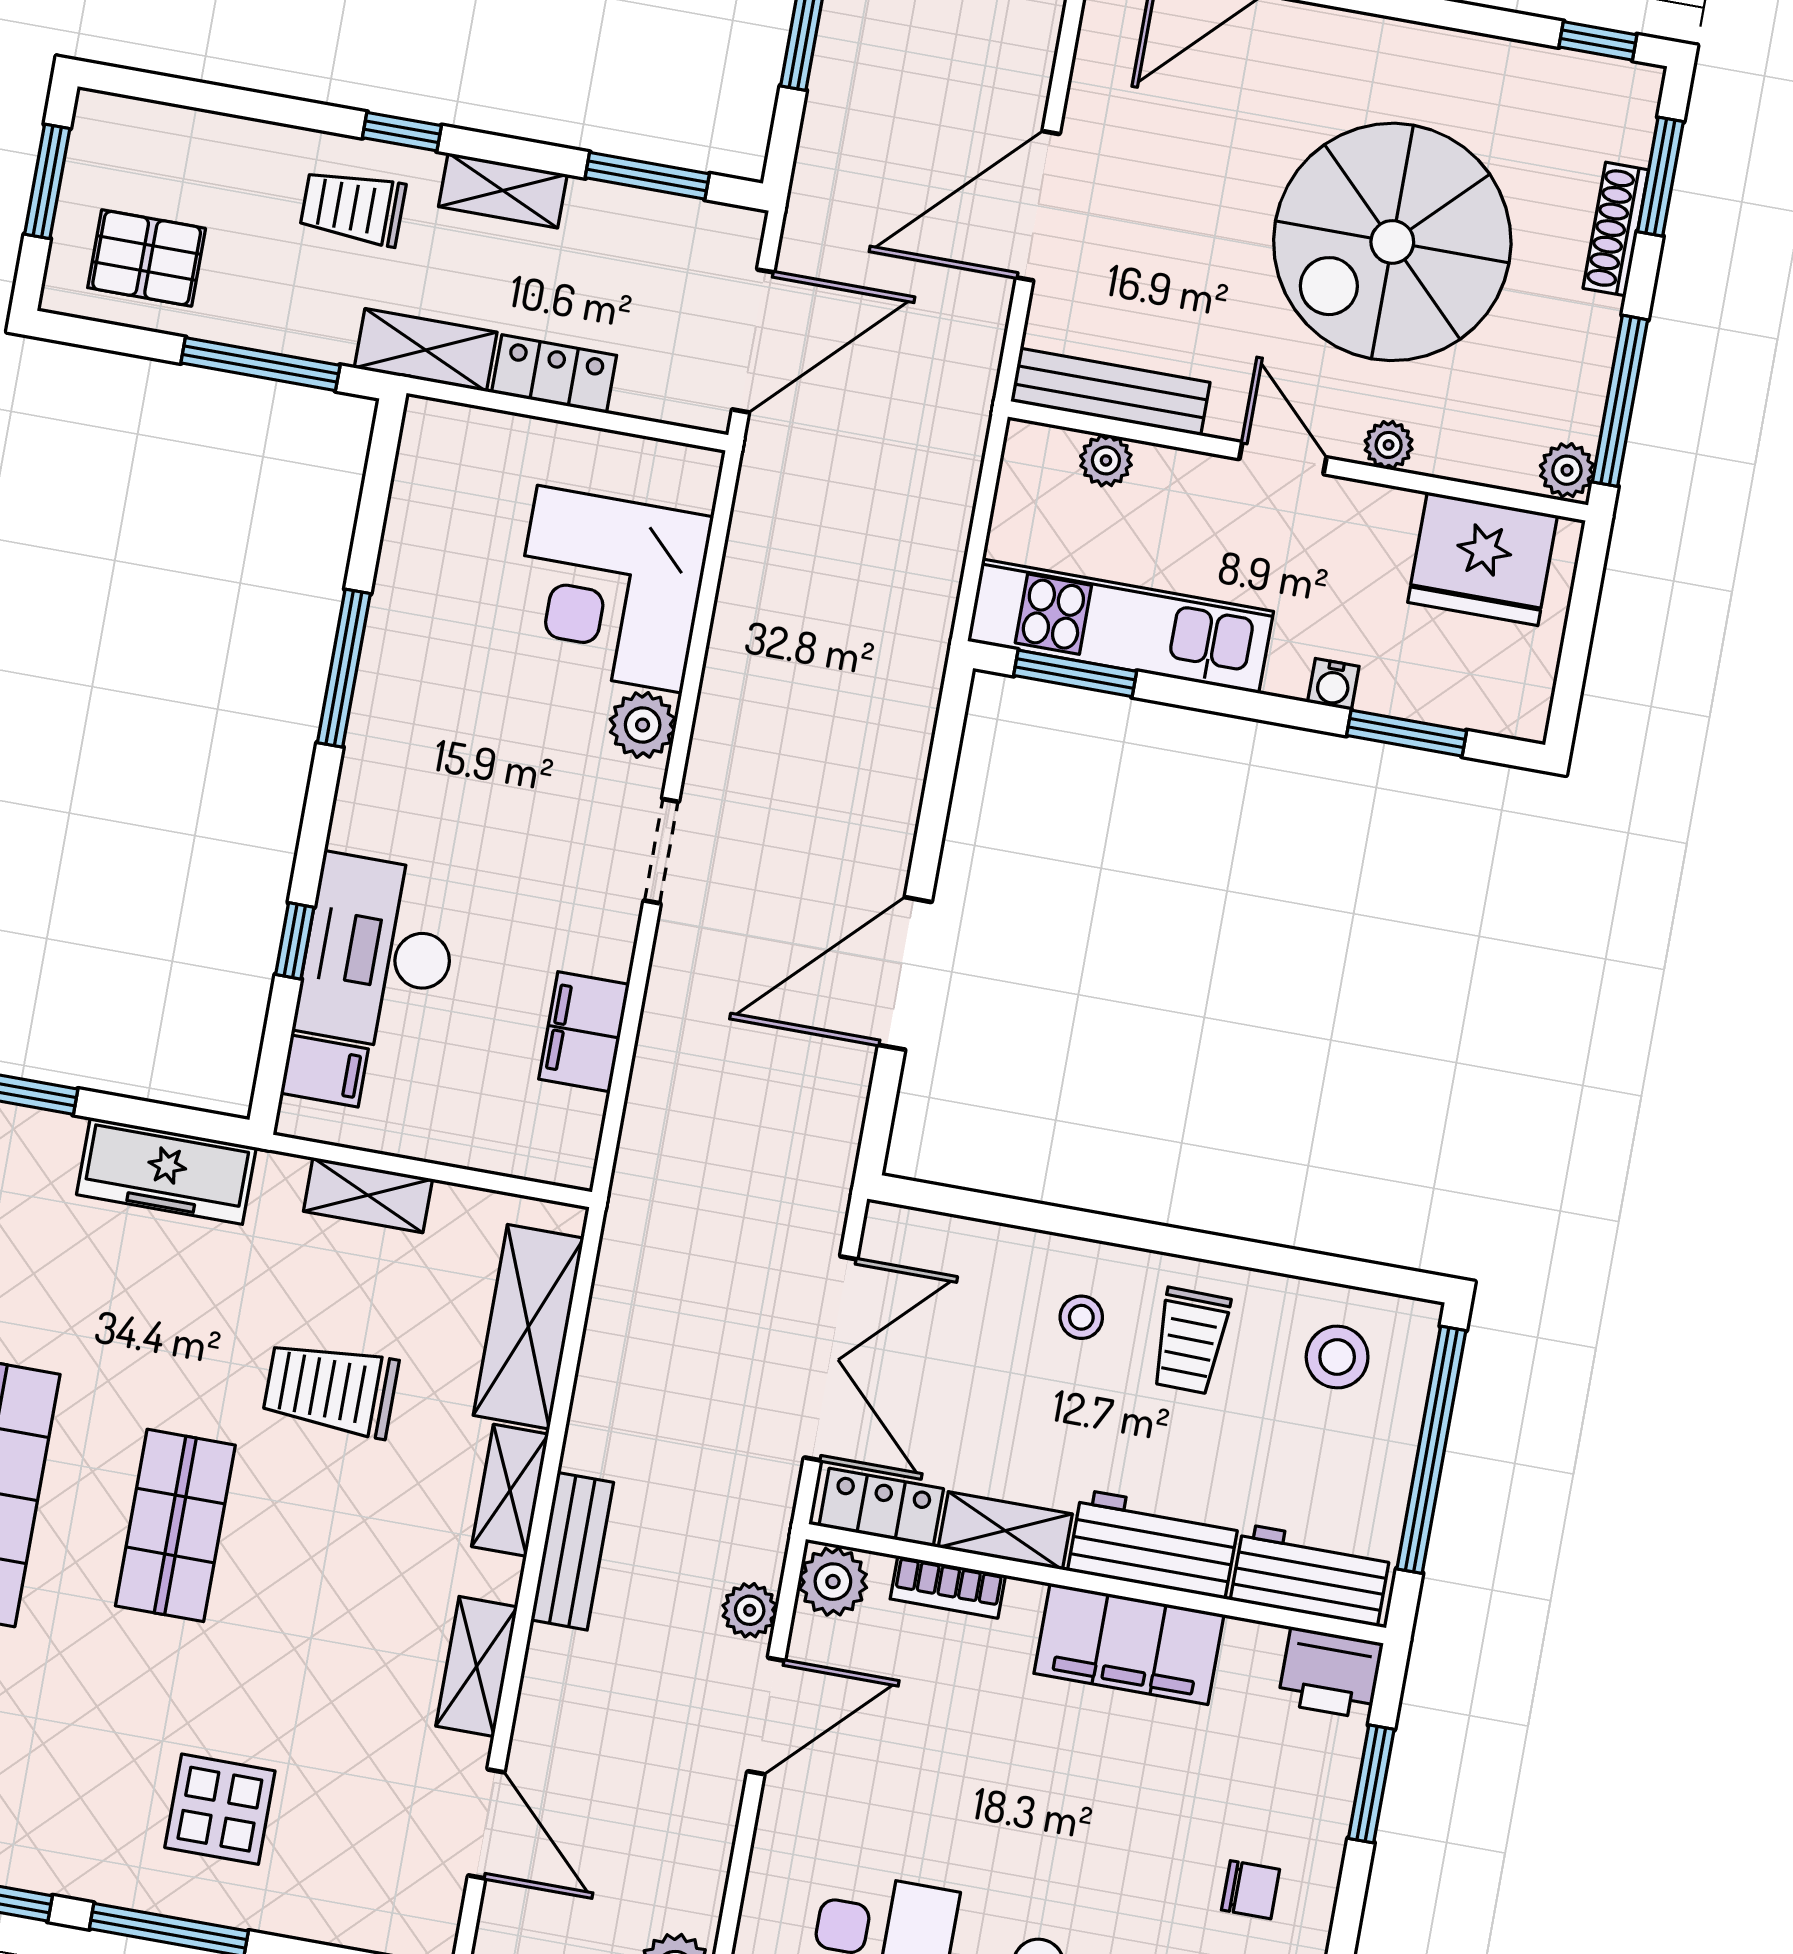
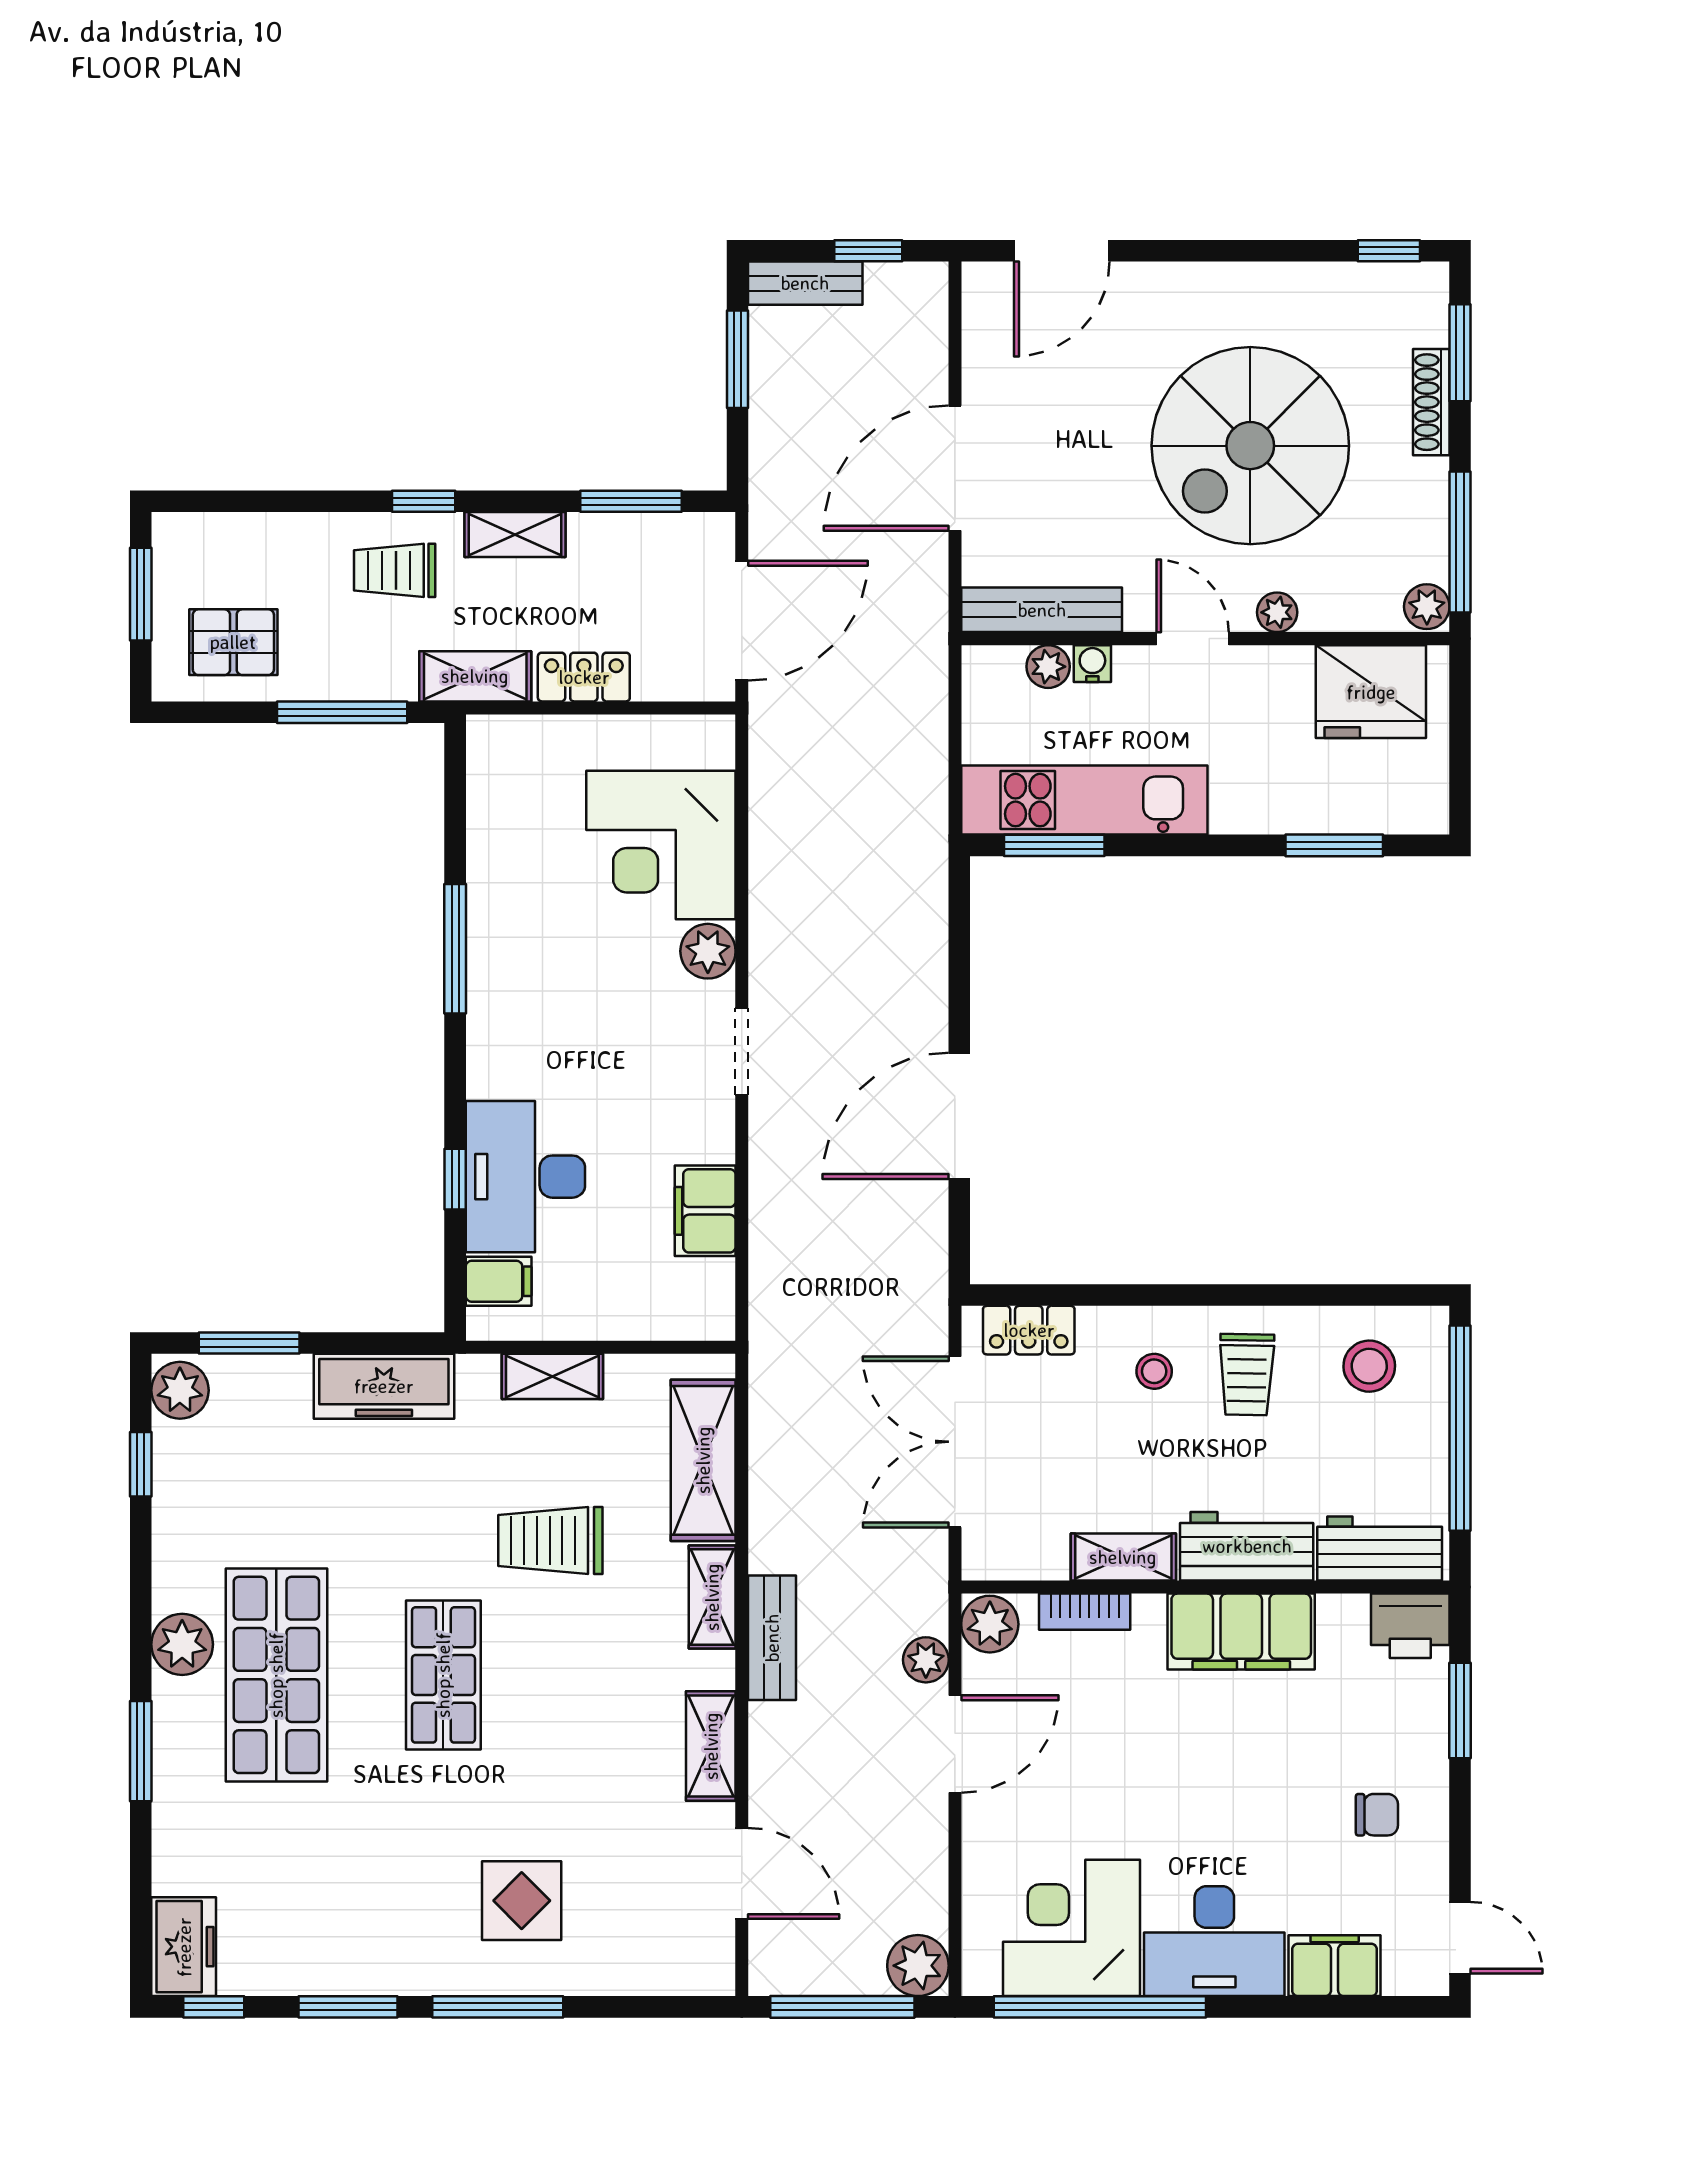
water cooler: (1333, 684) -> (1092, 664), moved, turned 180
double door: (830, 1358) -> (955, 1442), swing flipped
locker: (881, 1507) -> (1029, 1330), moved, turned 180

